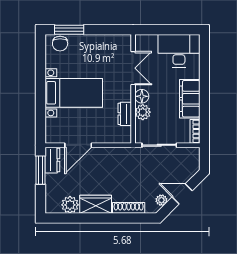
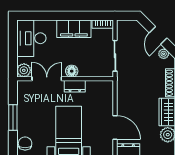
window: (69, 30) -> (13, 118), moved
chair: (60, 44) -> (25, 143), turned -90
plant: (143, 112) -> (24, 70), moved
dresser: (125, 114) -> (75, 86), moved

